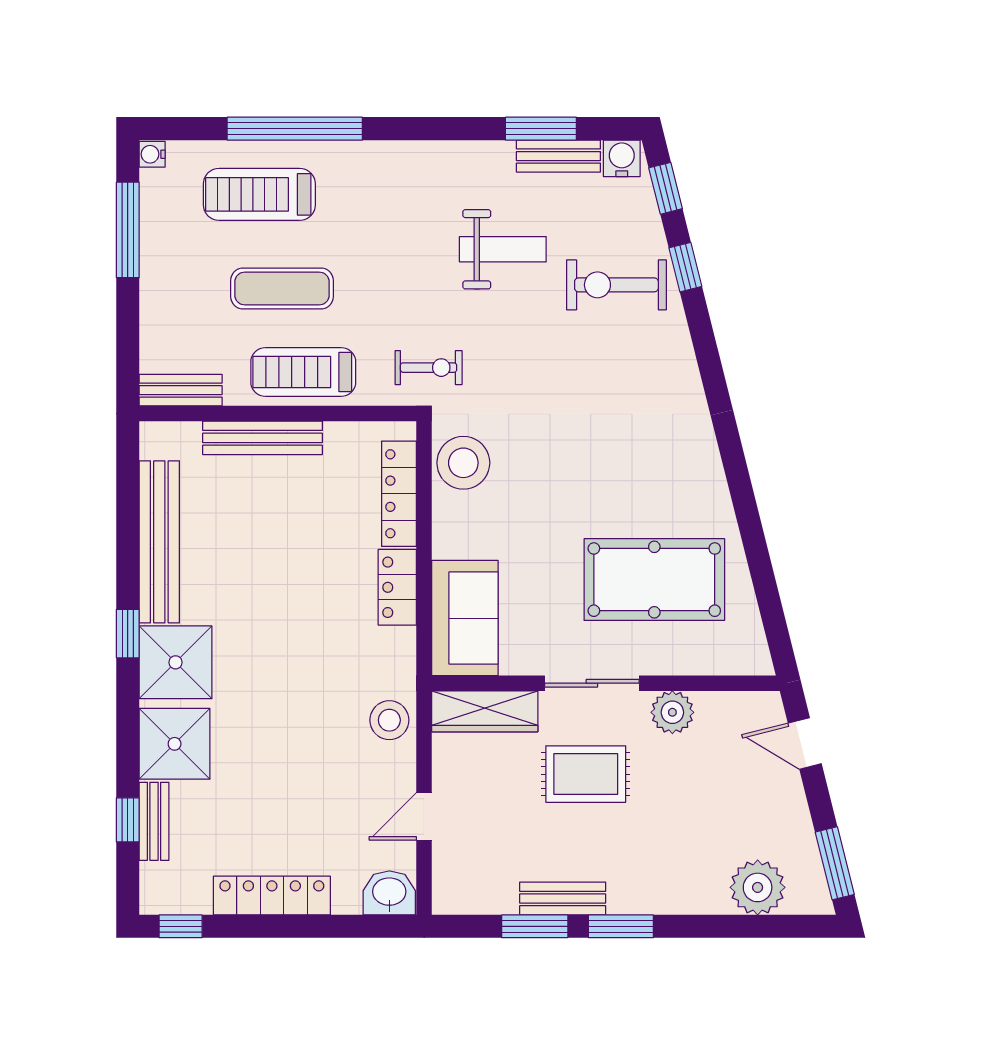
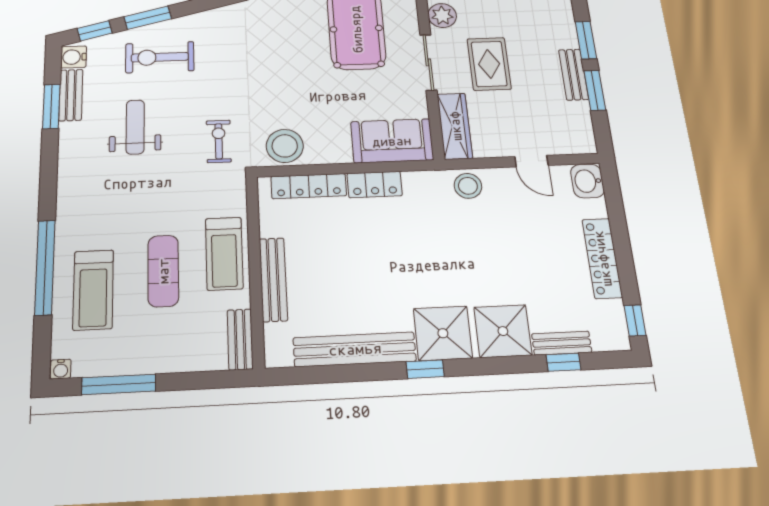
window: (685, 267) -> (148, 18), width x1.50
exercise bike: (616, 285) -> (160, 57), turned 90
exercise bike: (429, 368) -> (219, 141), moved

